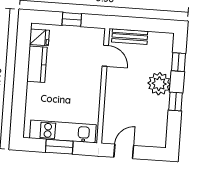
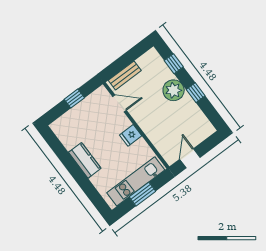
fridge: (39, 37) -> (131, 135), moved, turned 180
kitchen counter: (37, 64) -> (85, 160), moved

